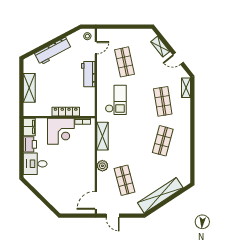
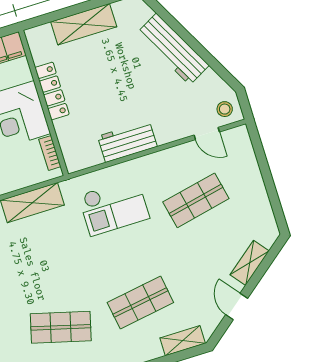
workbench: (88, 74) -> (127, 141), moved
locker: (66, 112) -> (52, 91), moved

